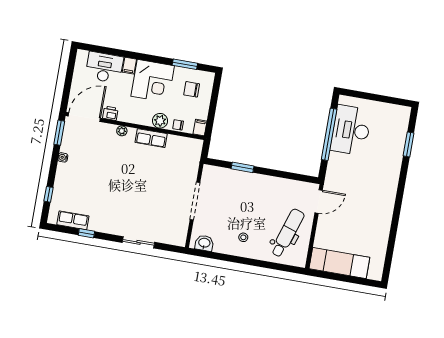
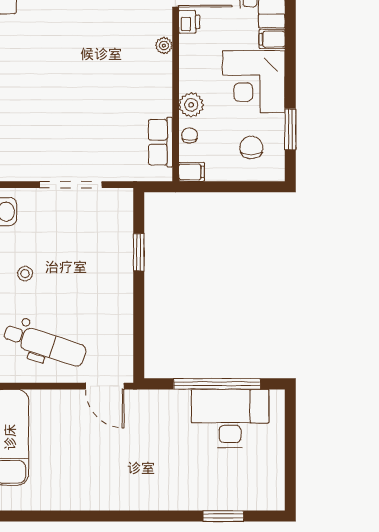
row of seats: (151, 138) -> (160, 142), moved

